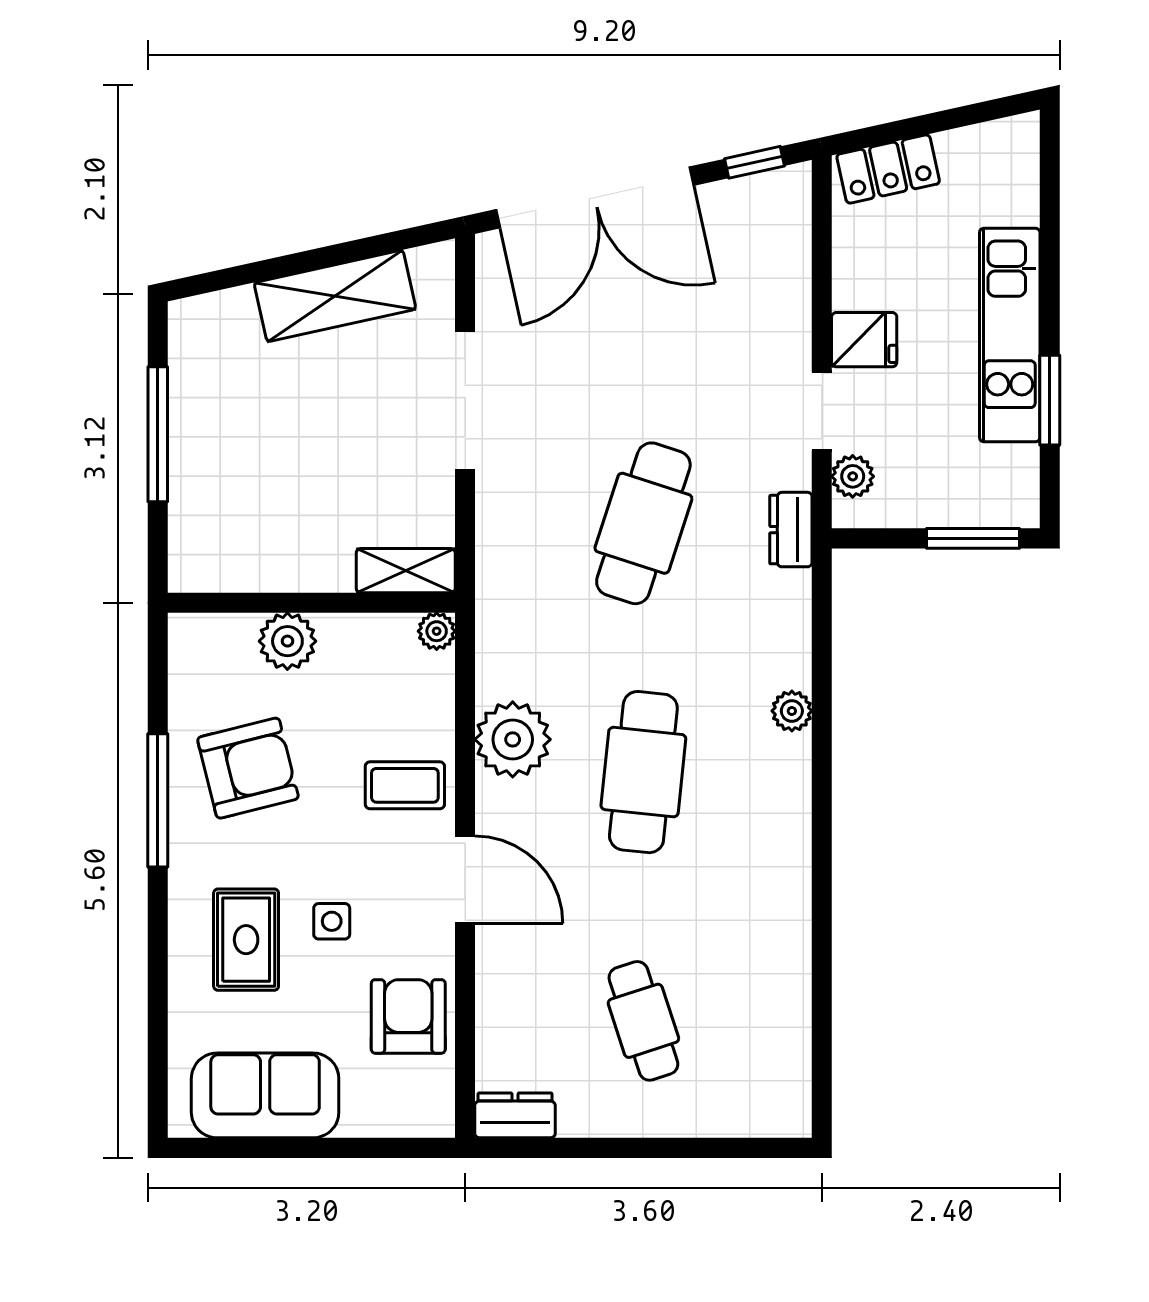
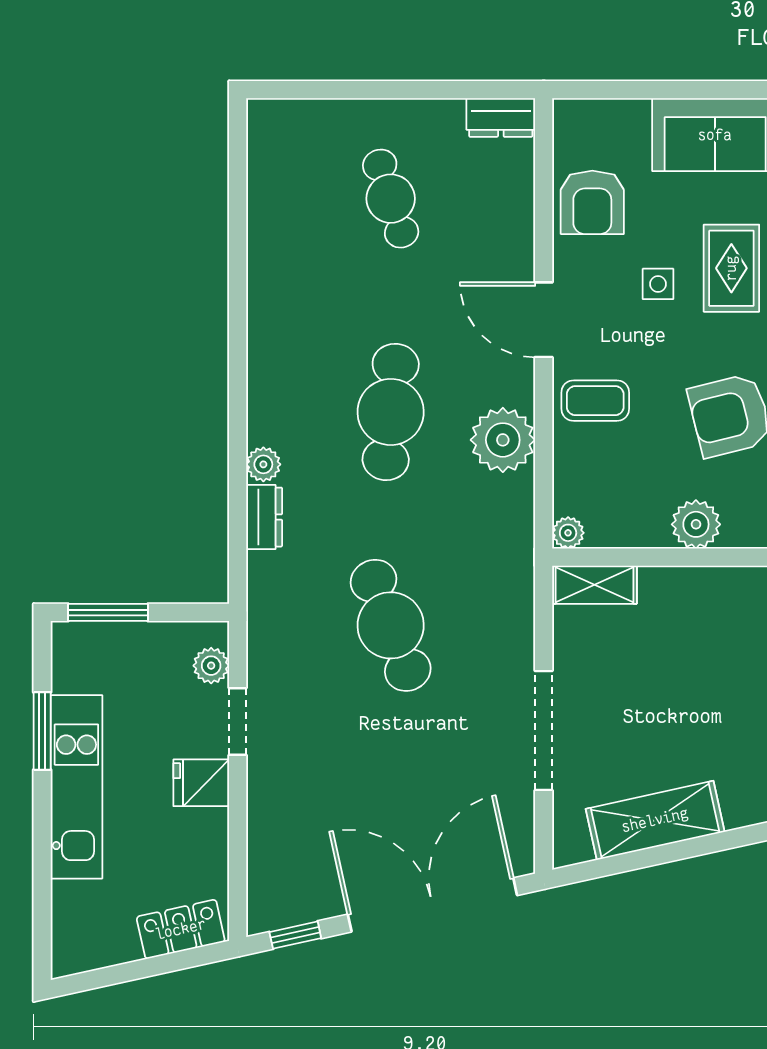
cafe table: (643, 523) -> (391, 625), turned -39
dresser: (791, 530) -> (264, 517), moved

